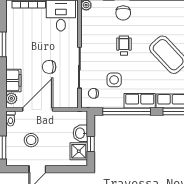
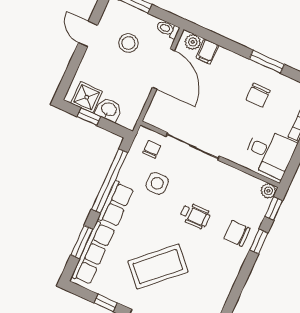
chair: (49, 67) -> (258, 95), moved, turned 180
filing cabinet: (13, 80) -> (207, 52), width x0.50

